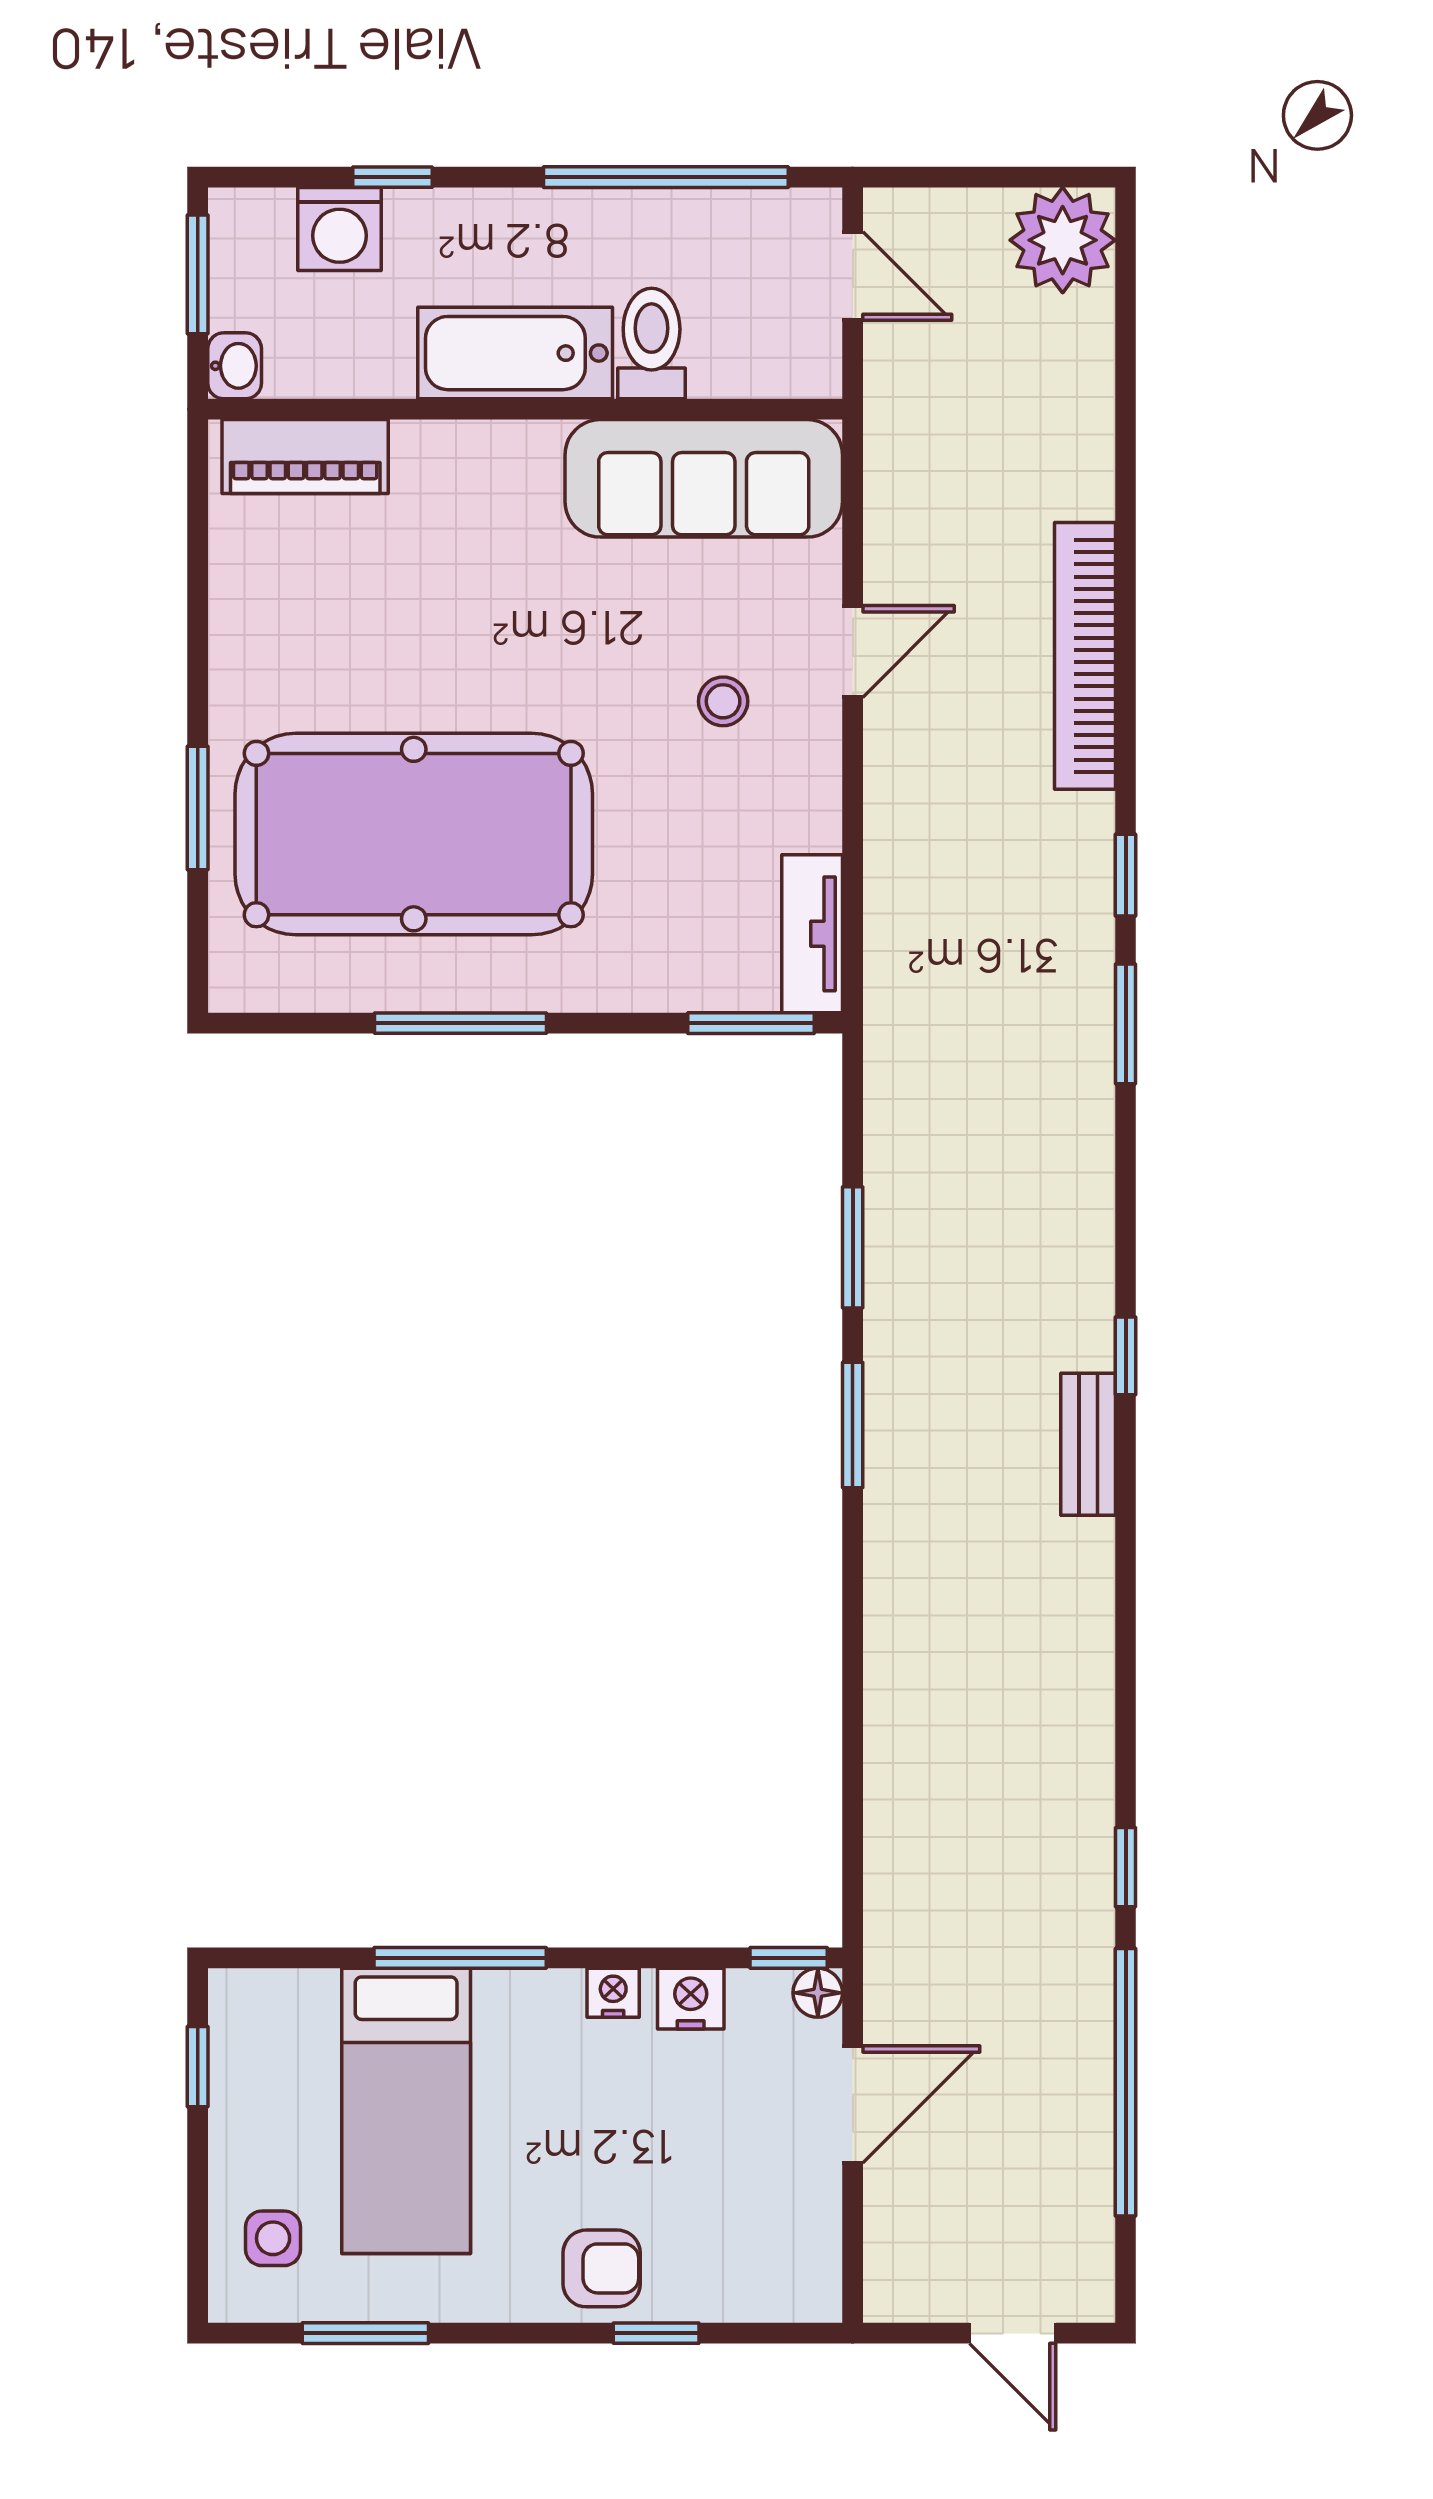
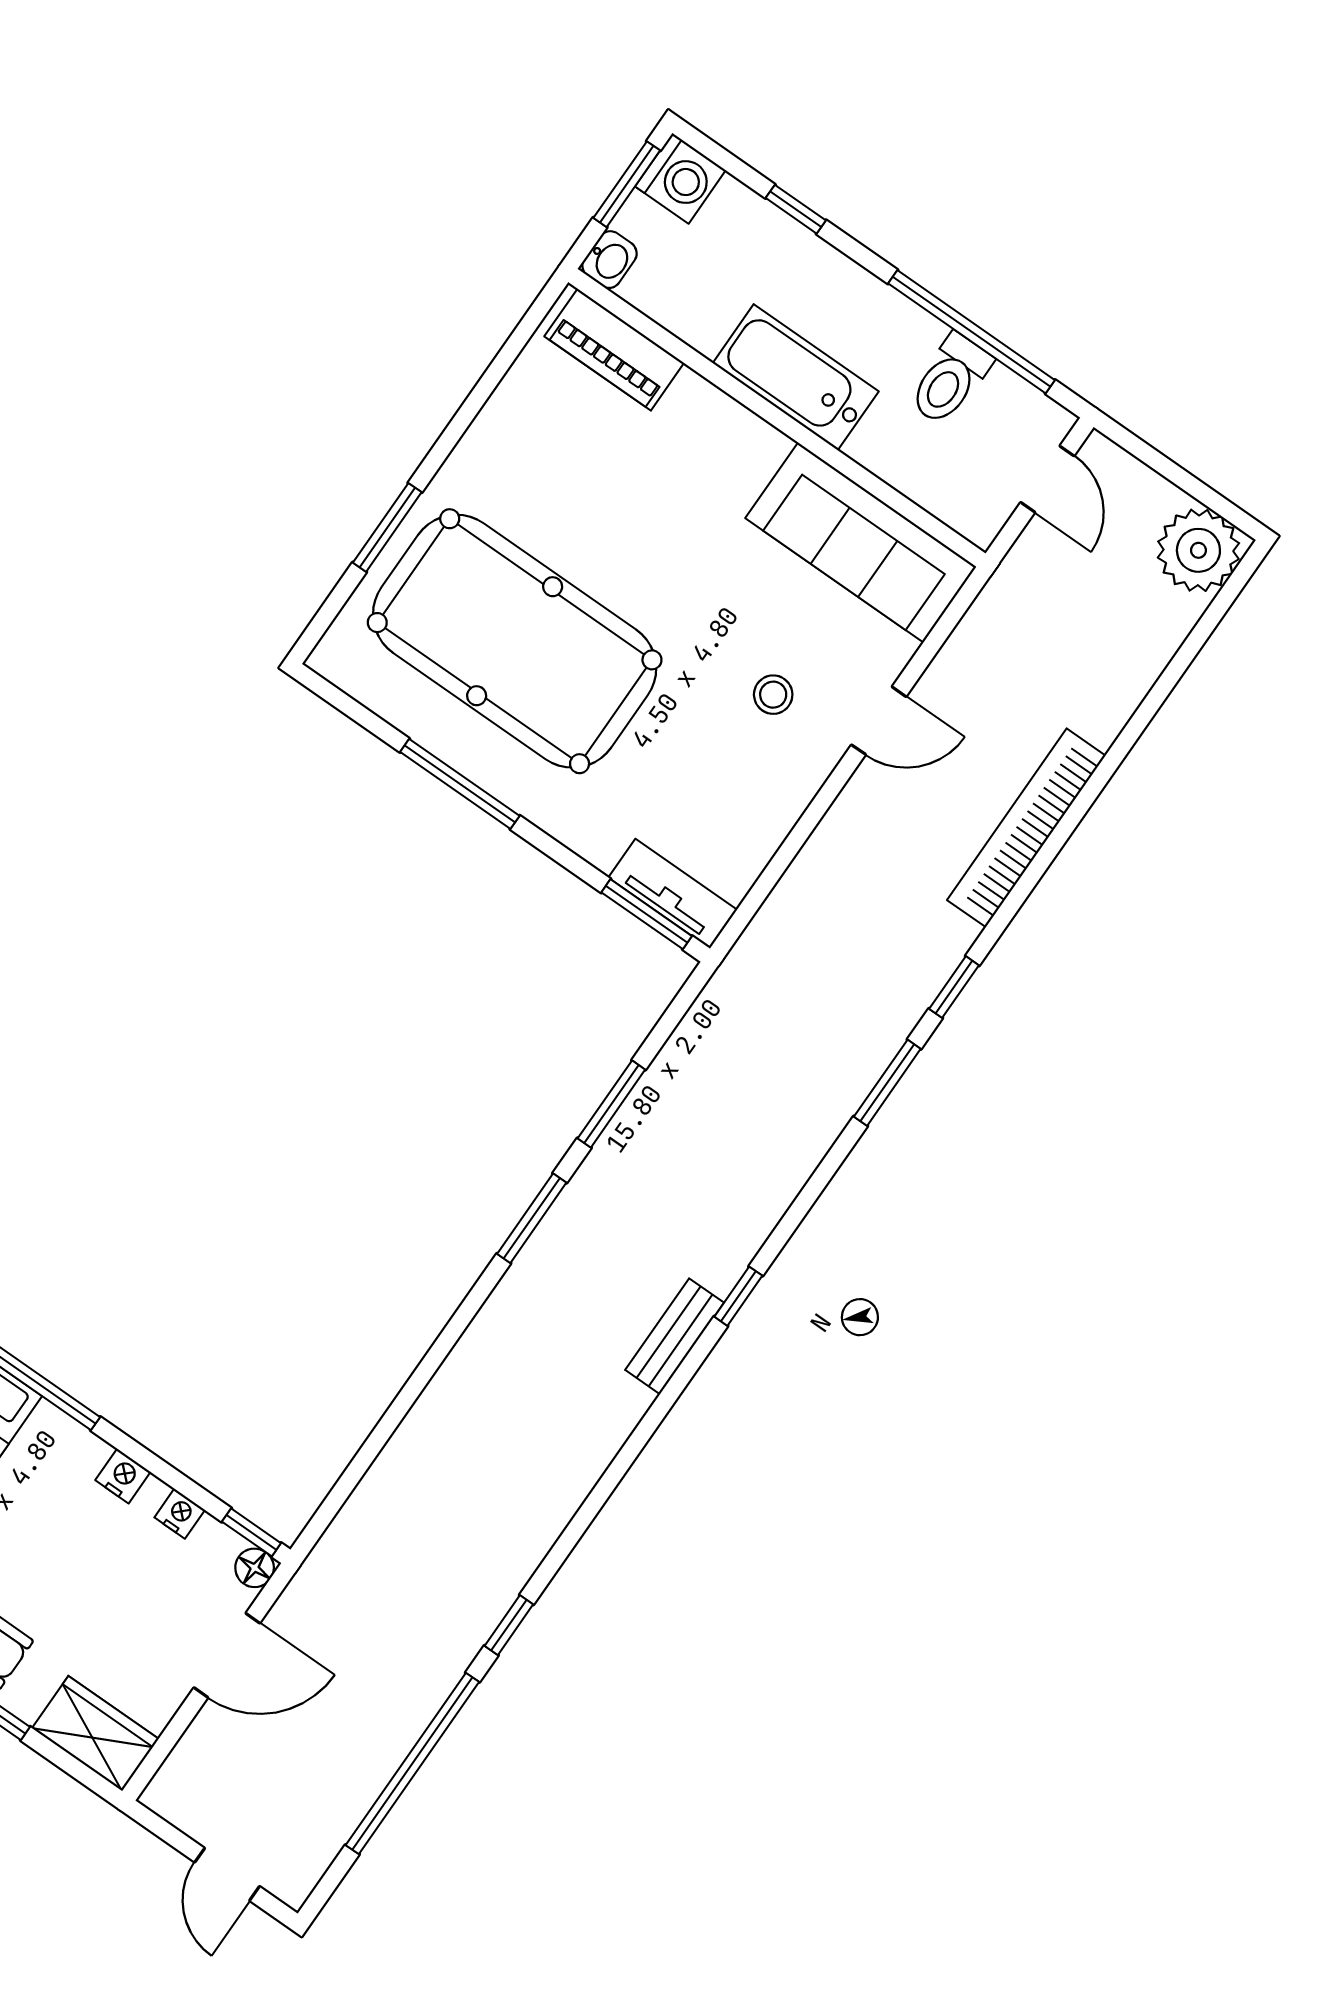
washing machine: (340, 229) -> (680, 178), moved, turned -90
toilet: (652, 344) -> (950, 379), moved, turned 180
tv unit: (812, 934) -> (673, 894), moved, turned 90
nightstand: (691, 1999) -> (180, 1514), width x0.72, depth x0.74
wardrobe: (772, 2282) -> (95, 1734), added

